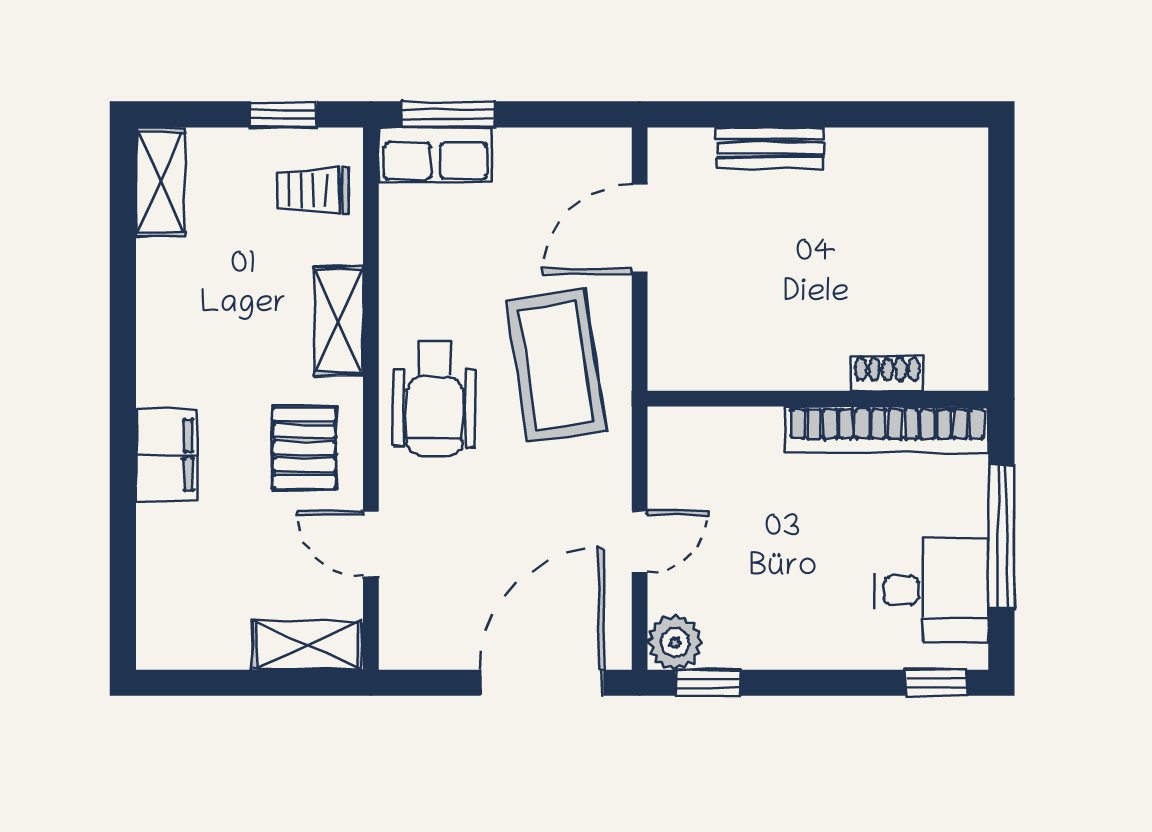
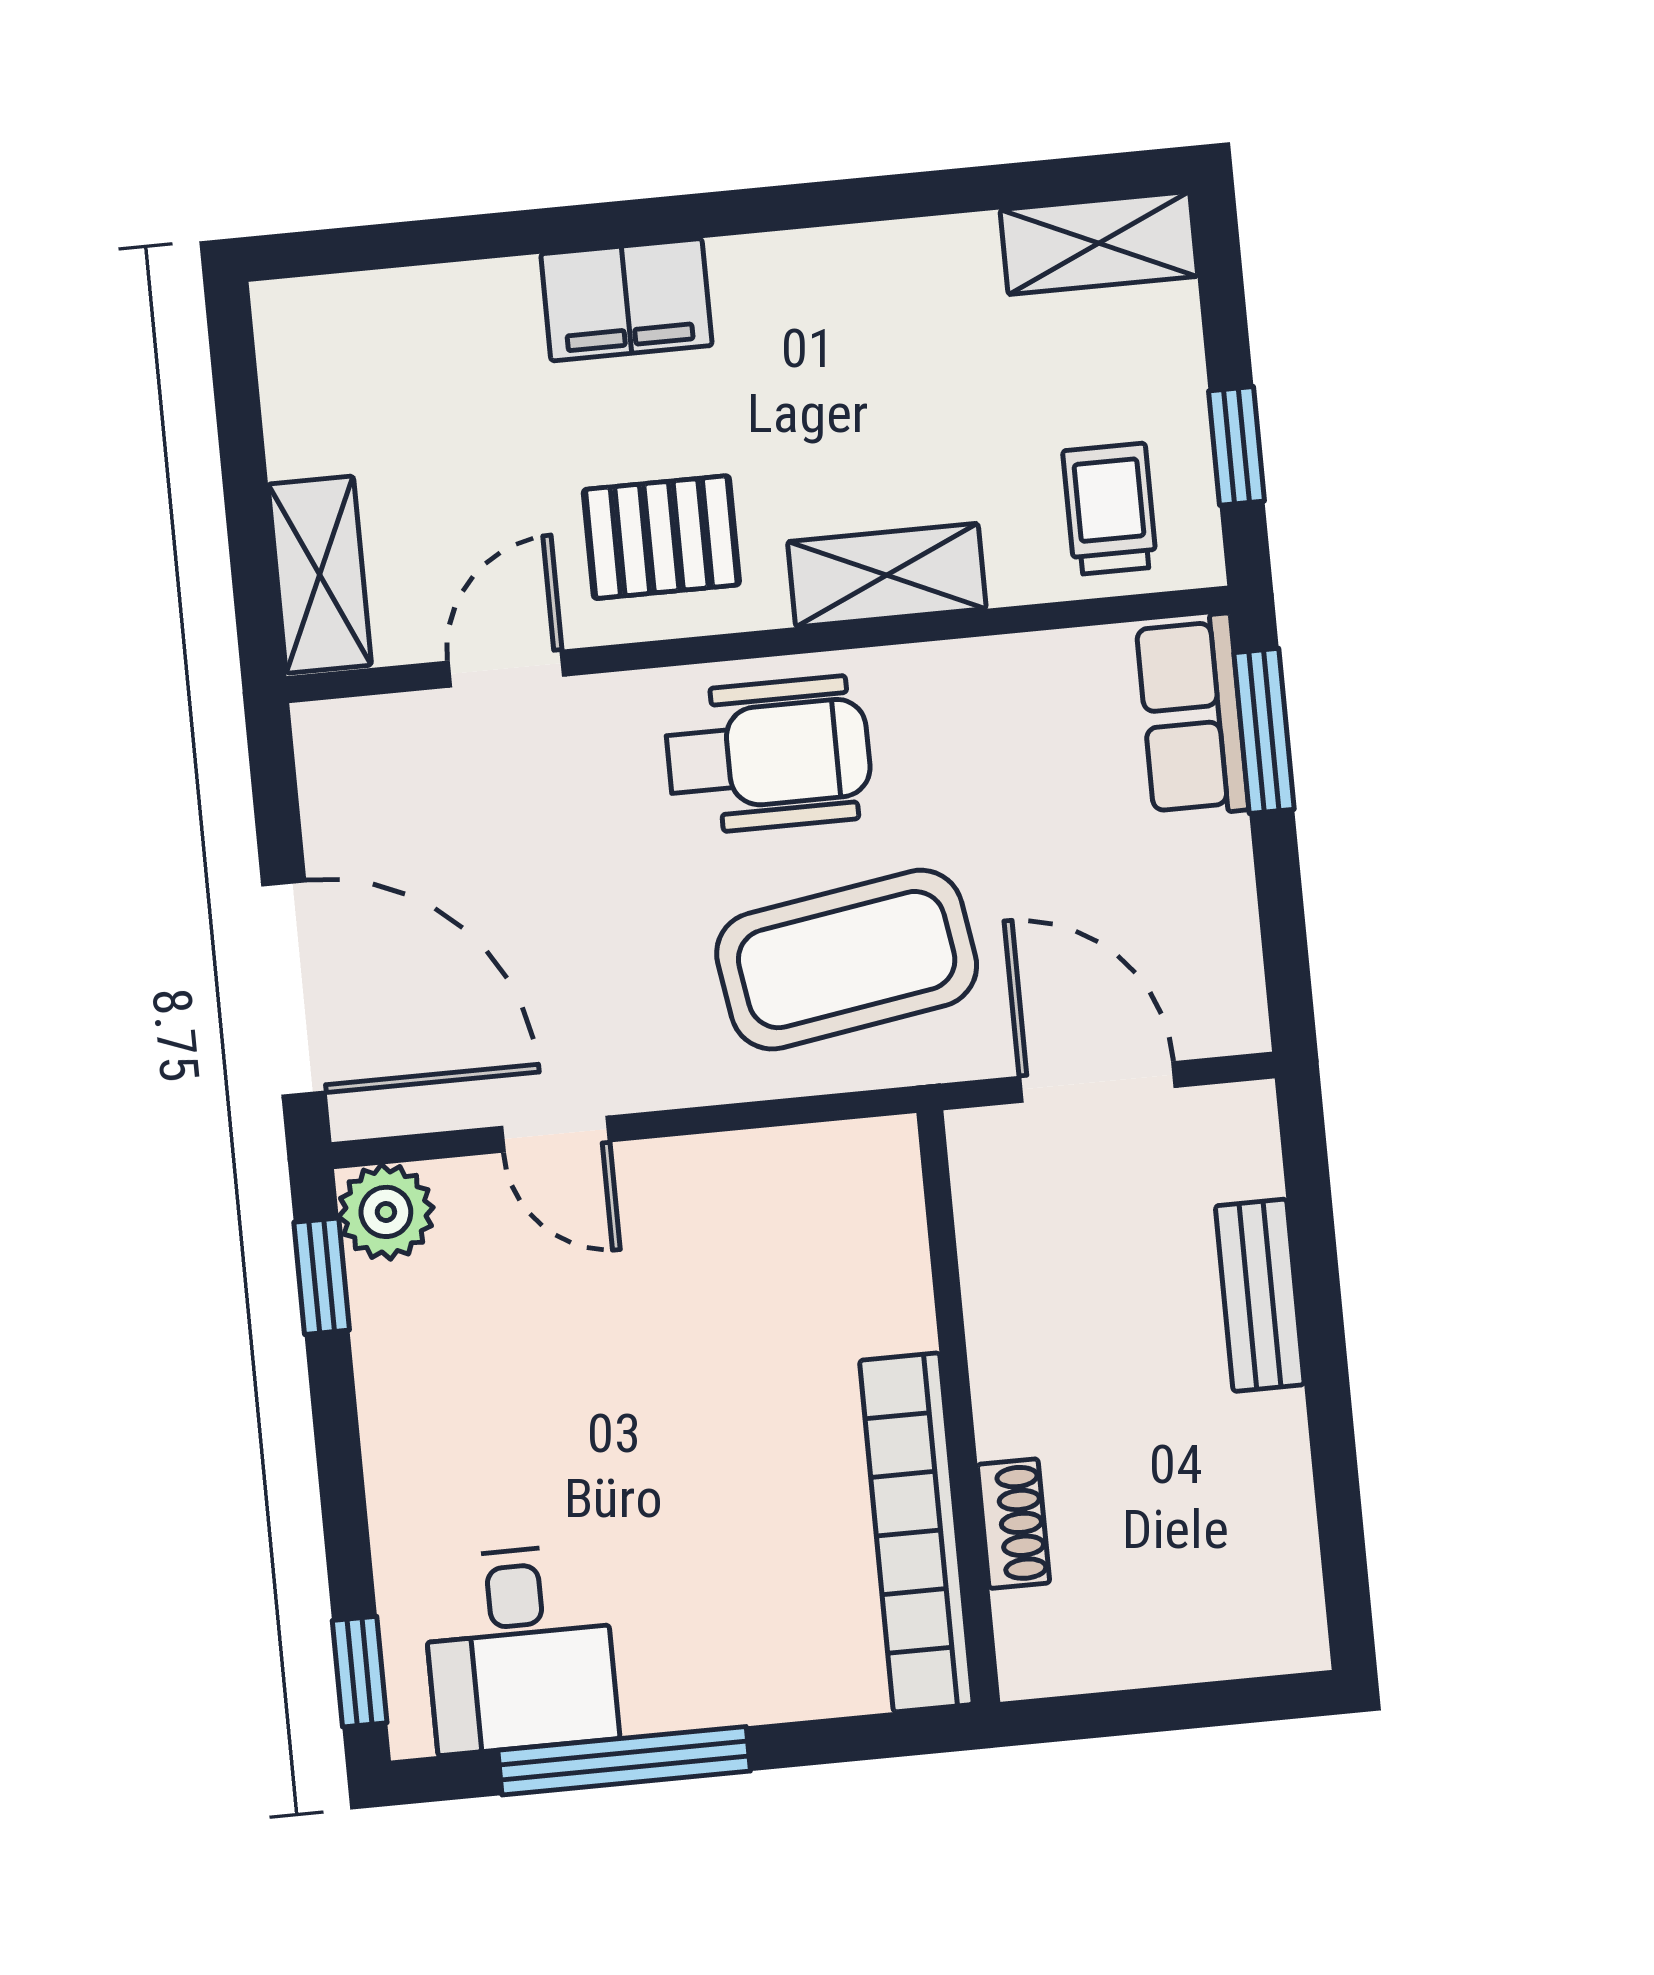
shoe rack: (887, 373) -> (1014, 1524), moved
wheelchair: (435, 399) -> (768, 755), turned 180
wall: (818, 399) -> (958, 1407), moved
bookcase: (887, 429) -> (916, 1532), moved

